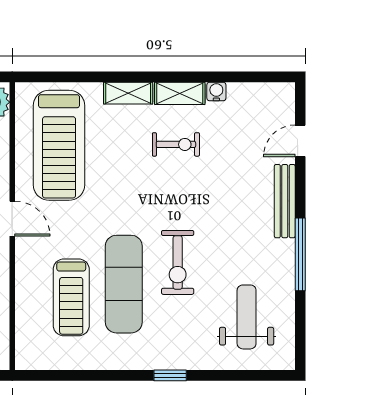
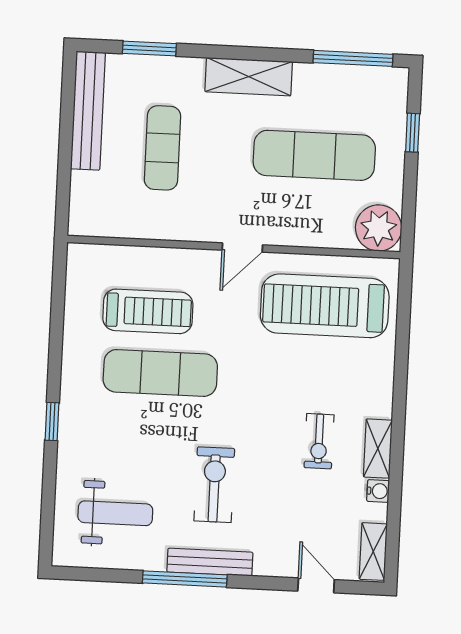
shelving: (128, 93) -> (373, 552), moved
bench: (285, 201) -> (210, 562), moved
exercise bike: (178, 262) -> (214, 485), moved, turned 90
treadmill: (71, 297) -> (148, 311), turned 180

